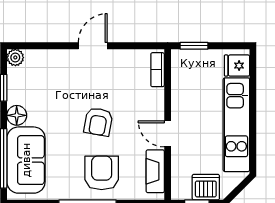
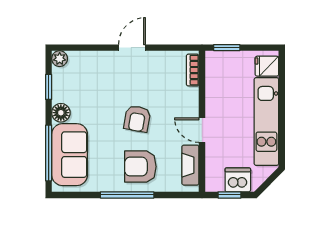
armchair: (102, 173) -> (140, 167), turned -90

